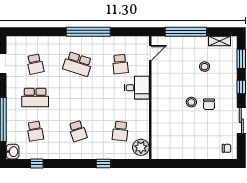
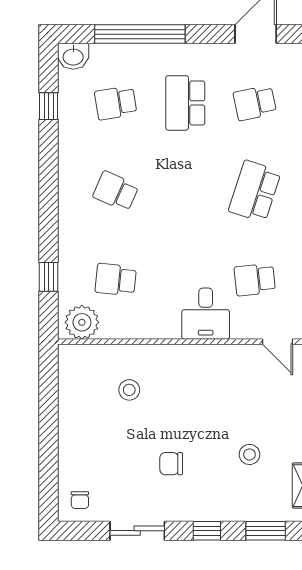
stool: (191, 102) -> (129, 390), moved
school desk: (78, 131) -> (116, 191), turned 42
window: (103, 163) -> (49, 277), moved

